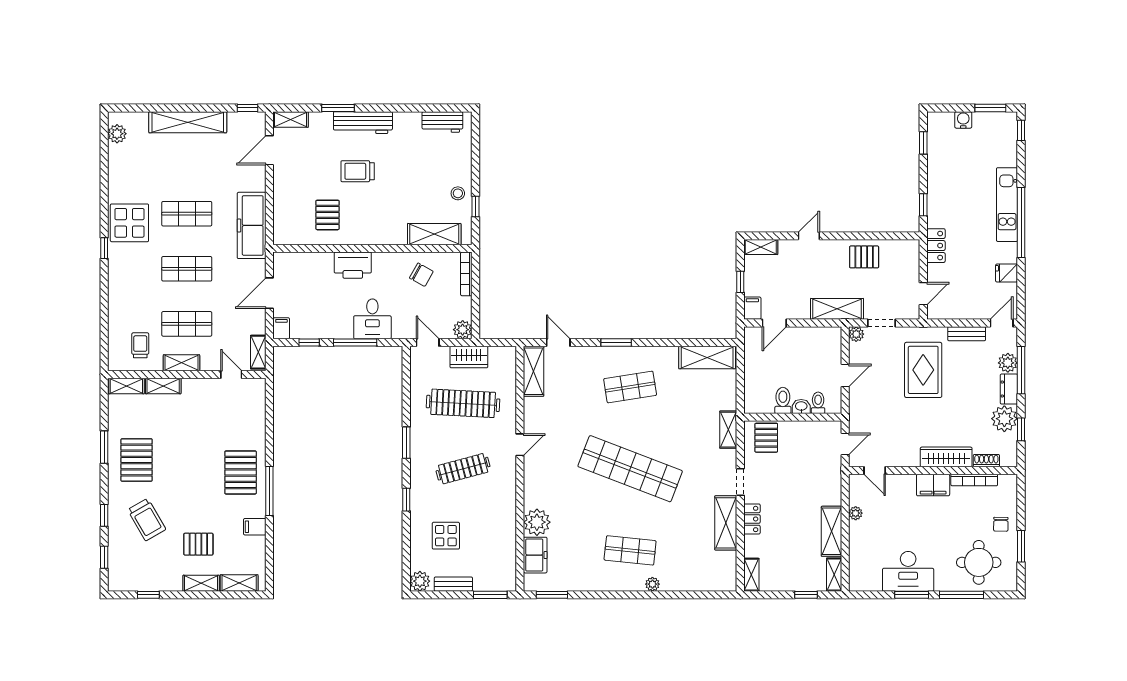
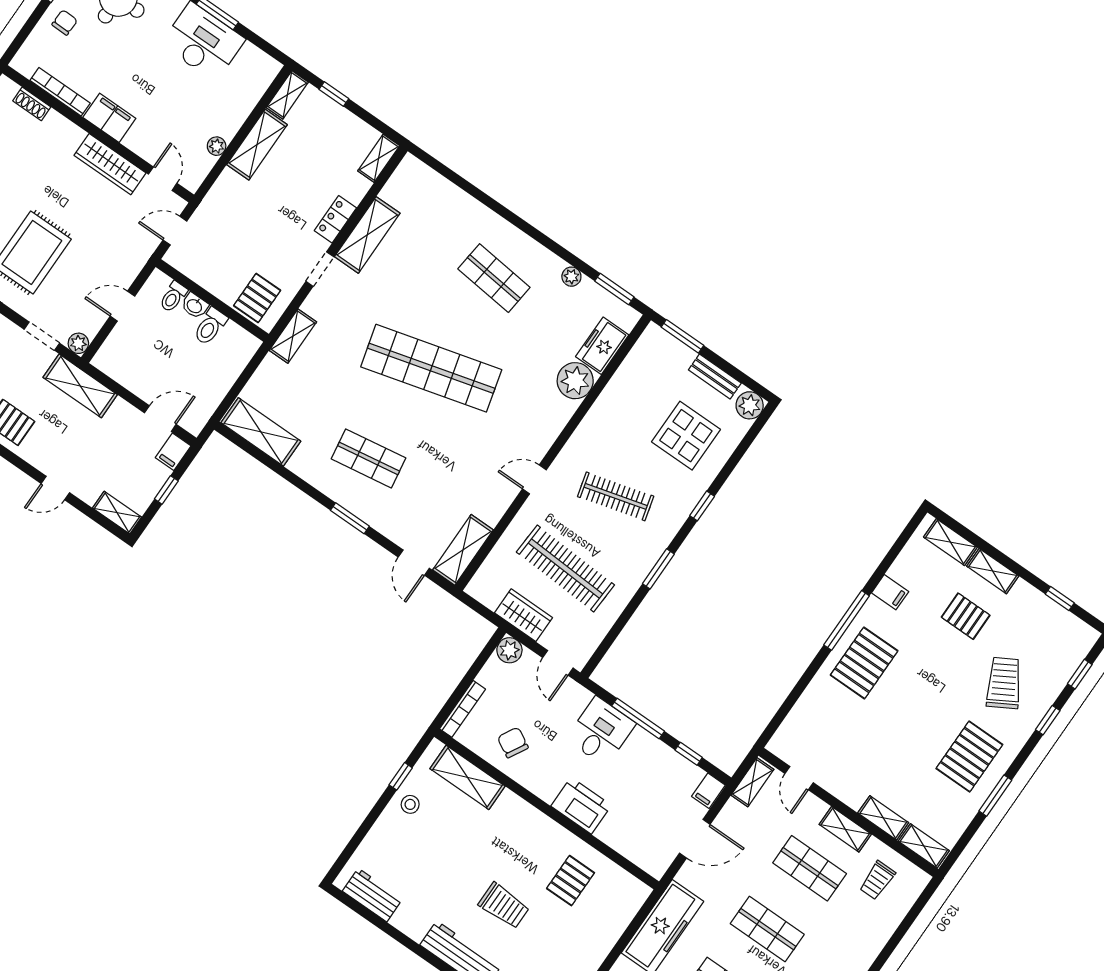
wardrobe: (946, 457) -> (110, 164), moved
shop shelf: (630, 469) -> (431, 368), turned -36
display table: (446, 536) -> (686, 436), width x1.36, depth x1.36
plant: (652, 584) -> (571, 277), moved

